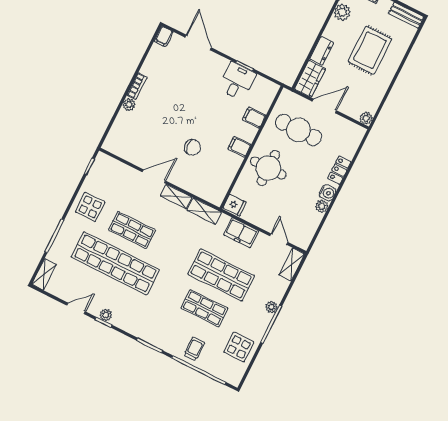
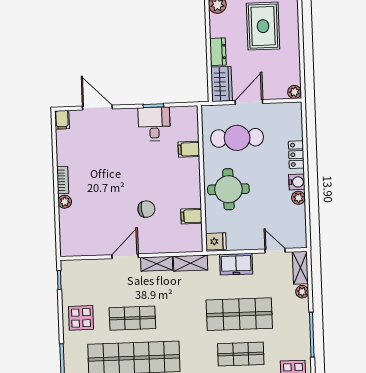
filing cabinet: (239, 147) -> (191, 216), moved
plant: (271, 307) -> (302, 292), moved

